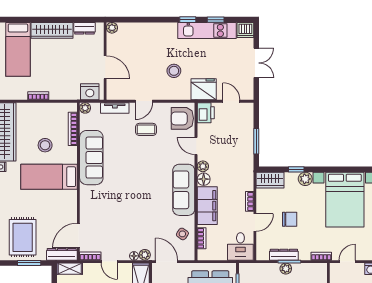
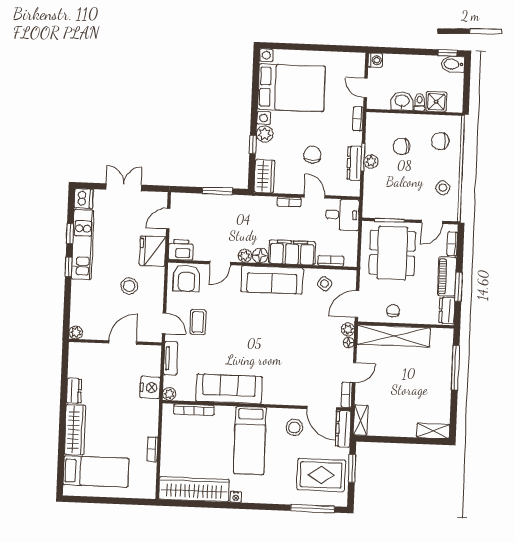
plant: (112, 28) -> (76, 332), moved
wall: (105, 61) -> (115, 342), moved
door: (105, 67) -> (123, 342), moved
stool: (45, 145) -> (294, 427), moved

